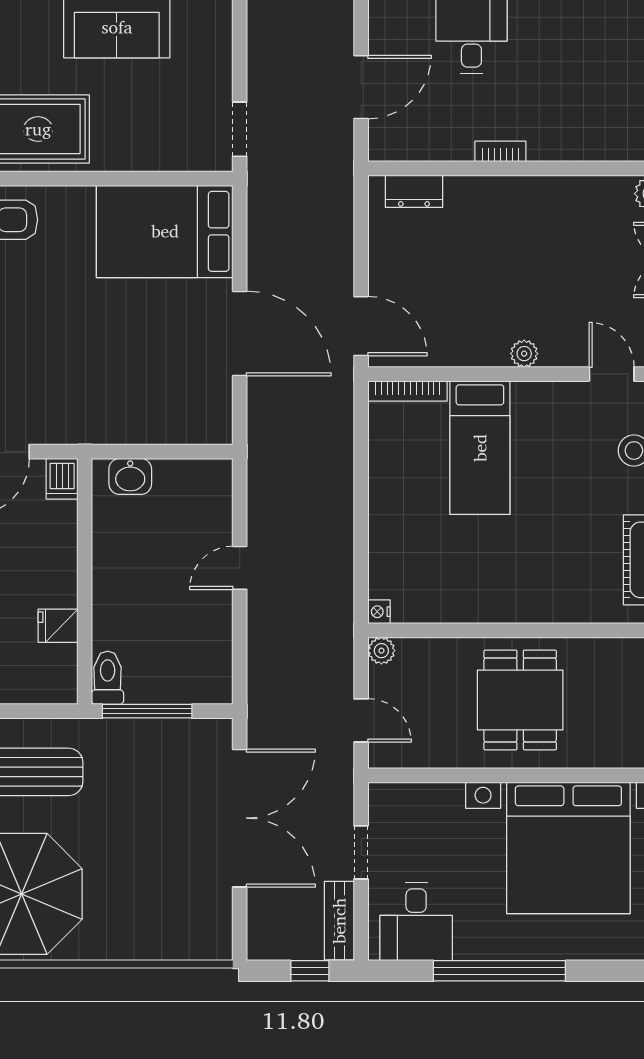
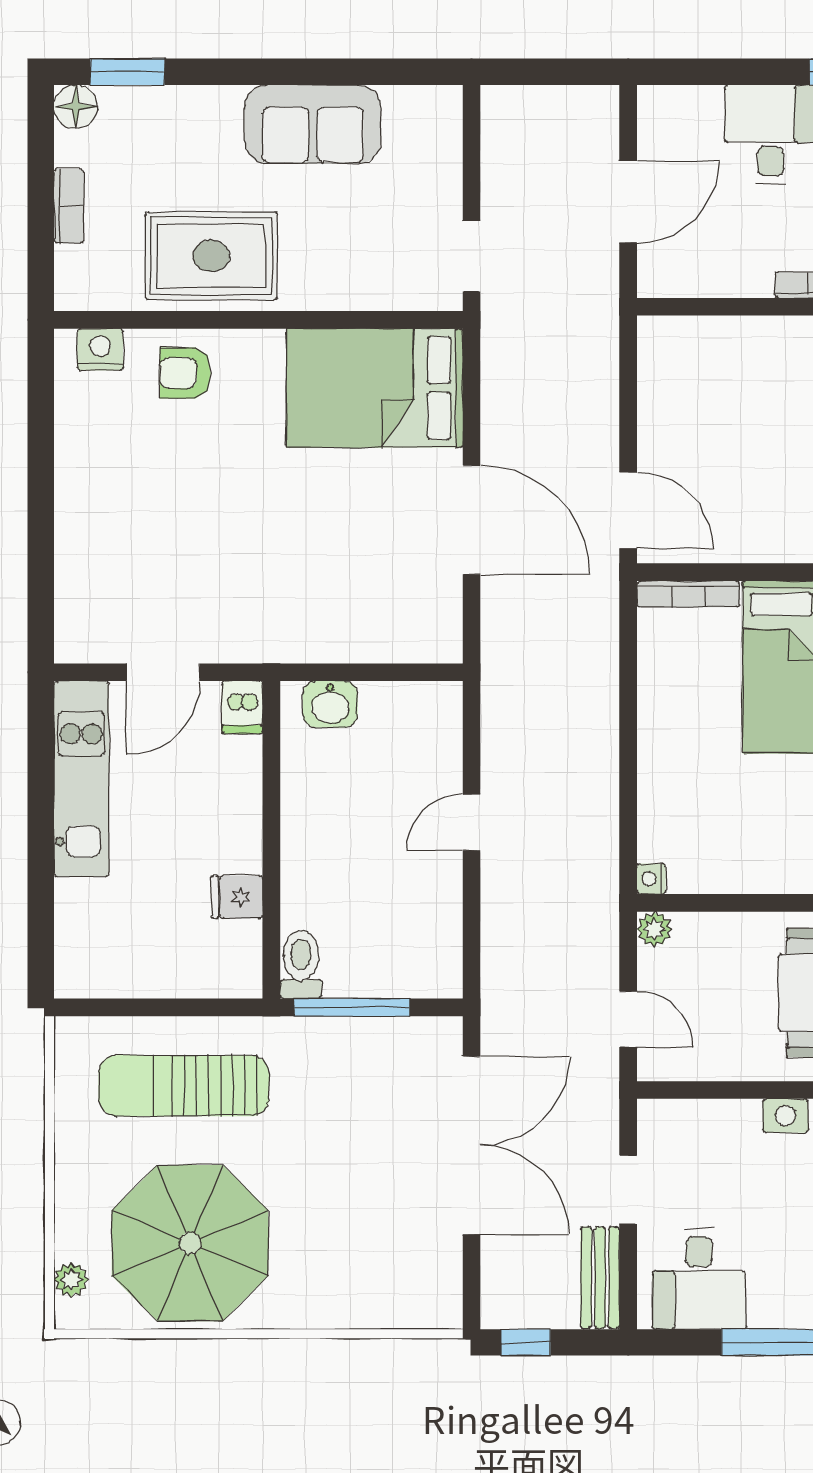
dresser: (414, 191) -> (696, 336), removed
window: (310, 971) -> (526, 1342), moved

